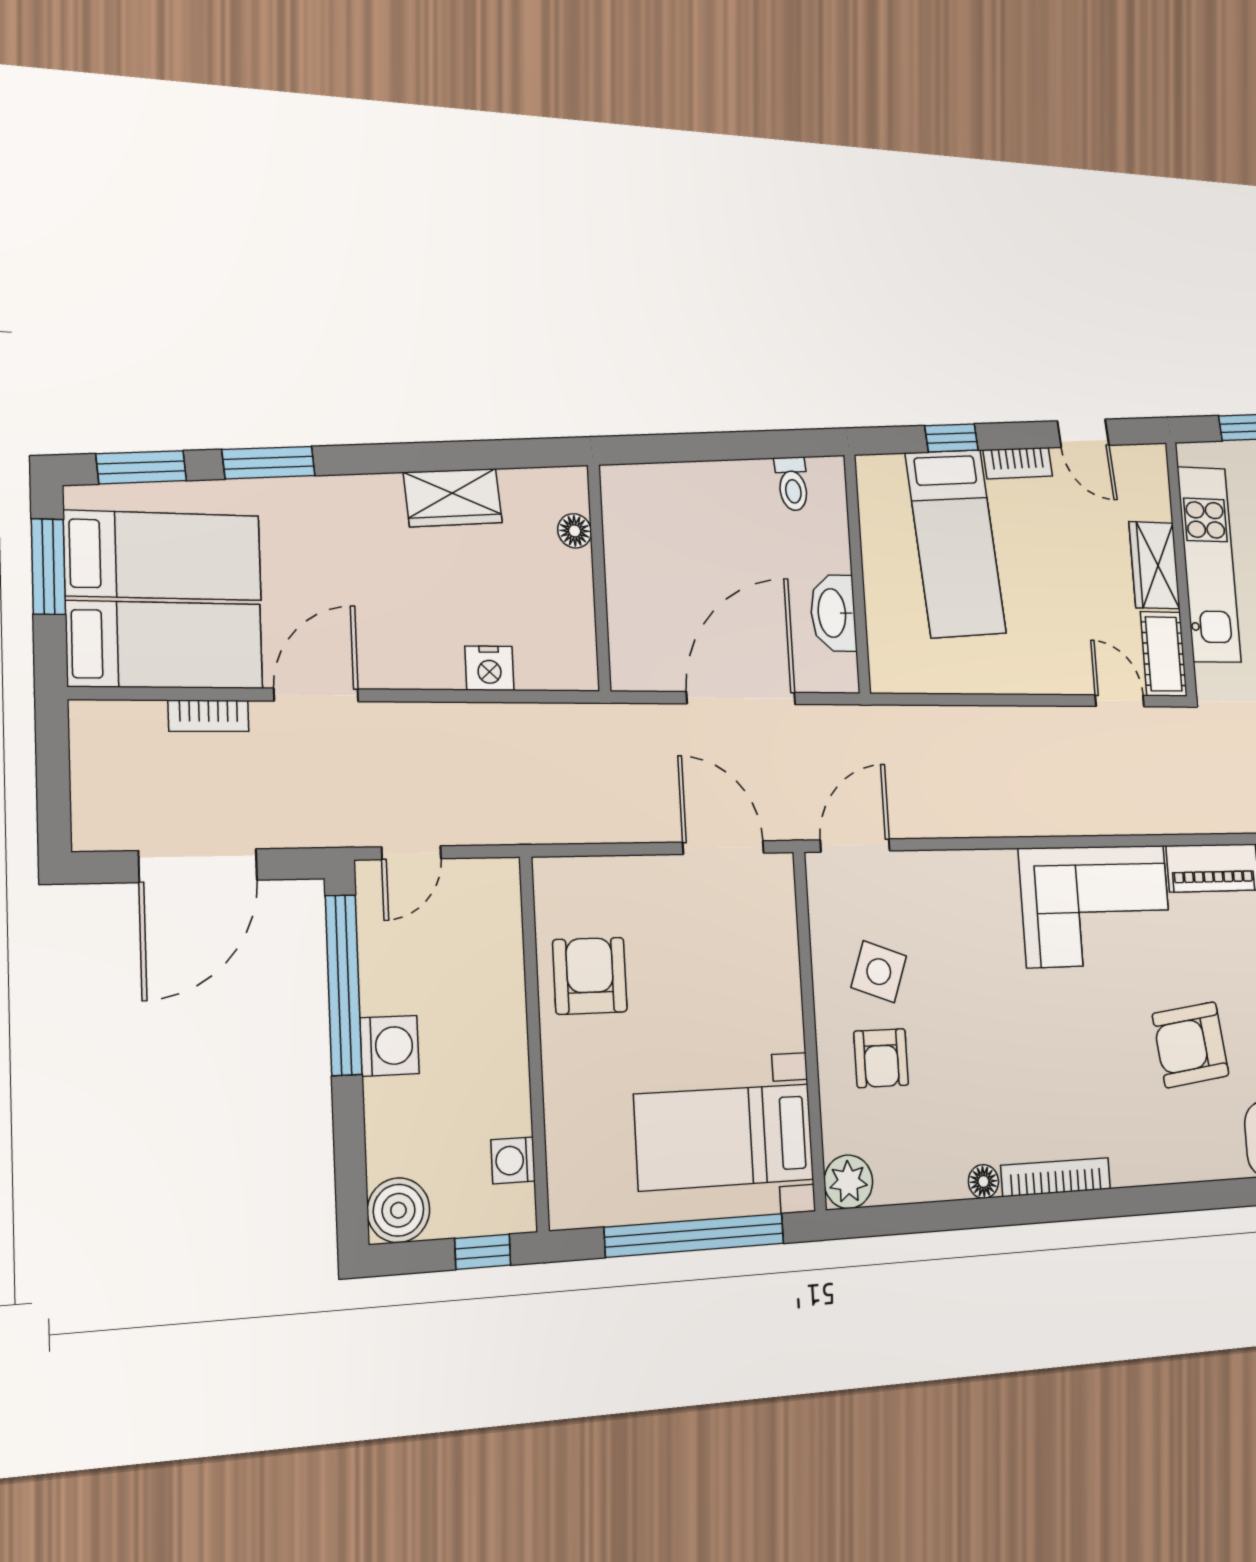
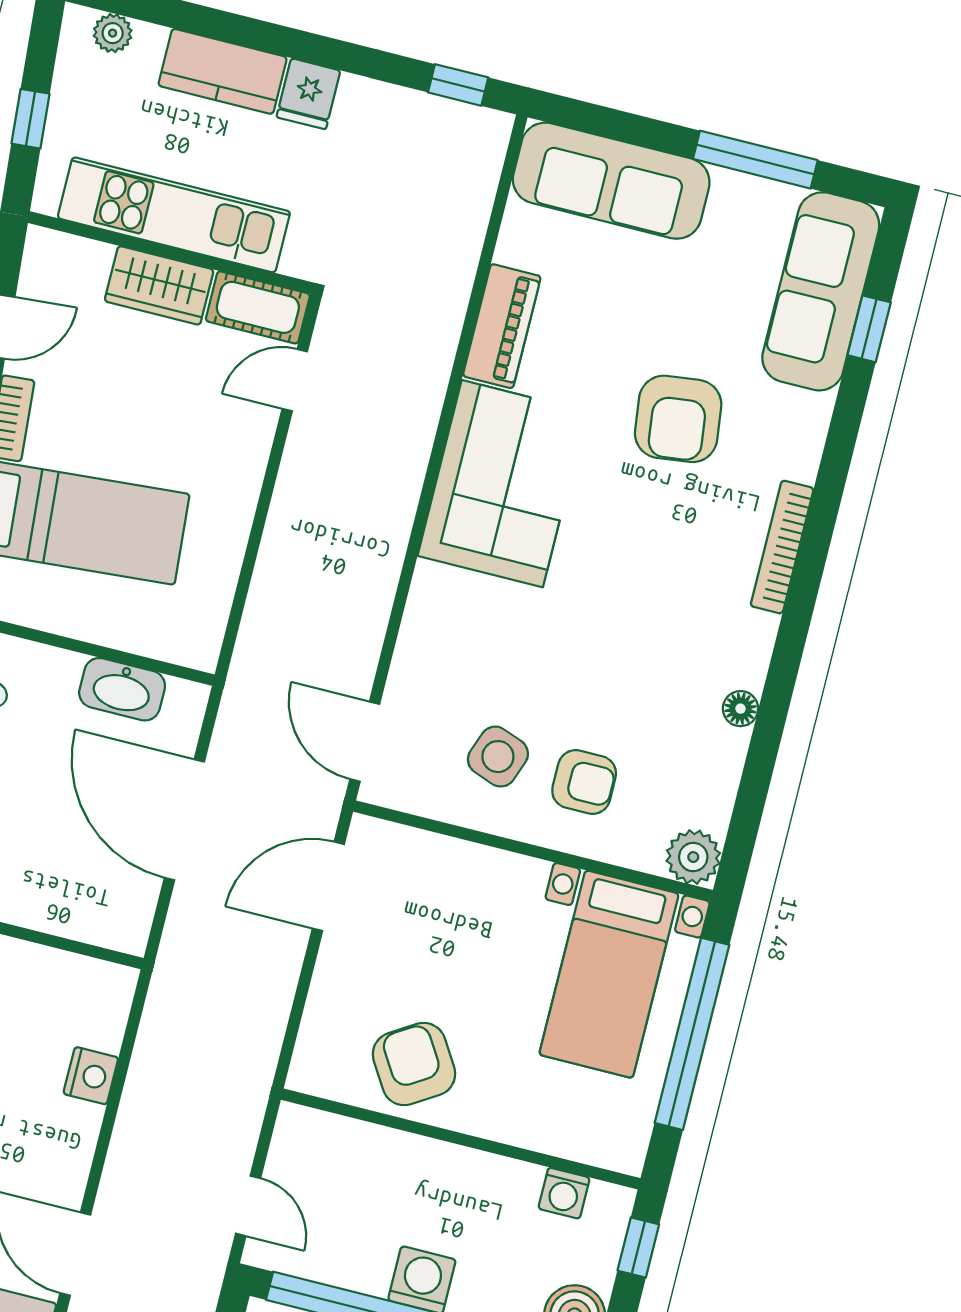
armchair: (590, 976) -> (414, 1064), turned 58
bookcase: (1056, 1177) -> (782, 547), moved

